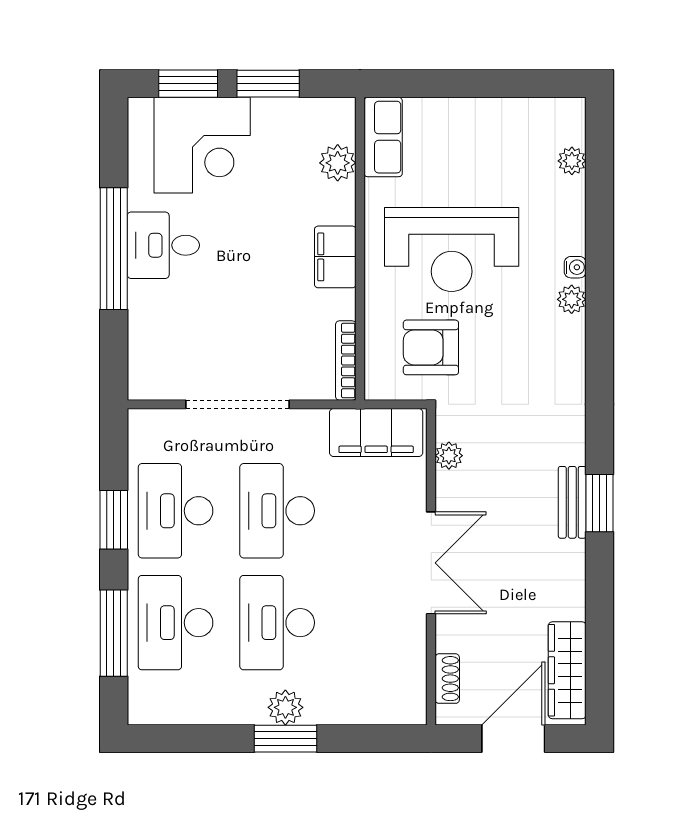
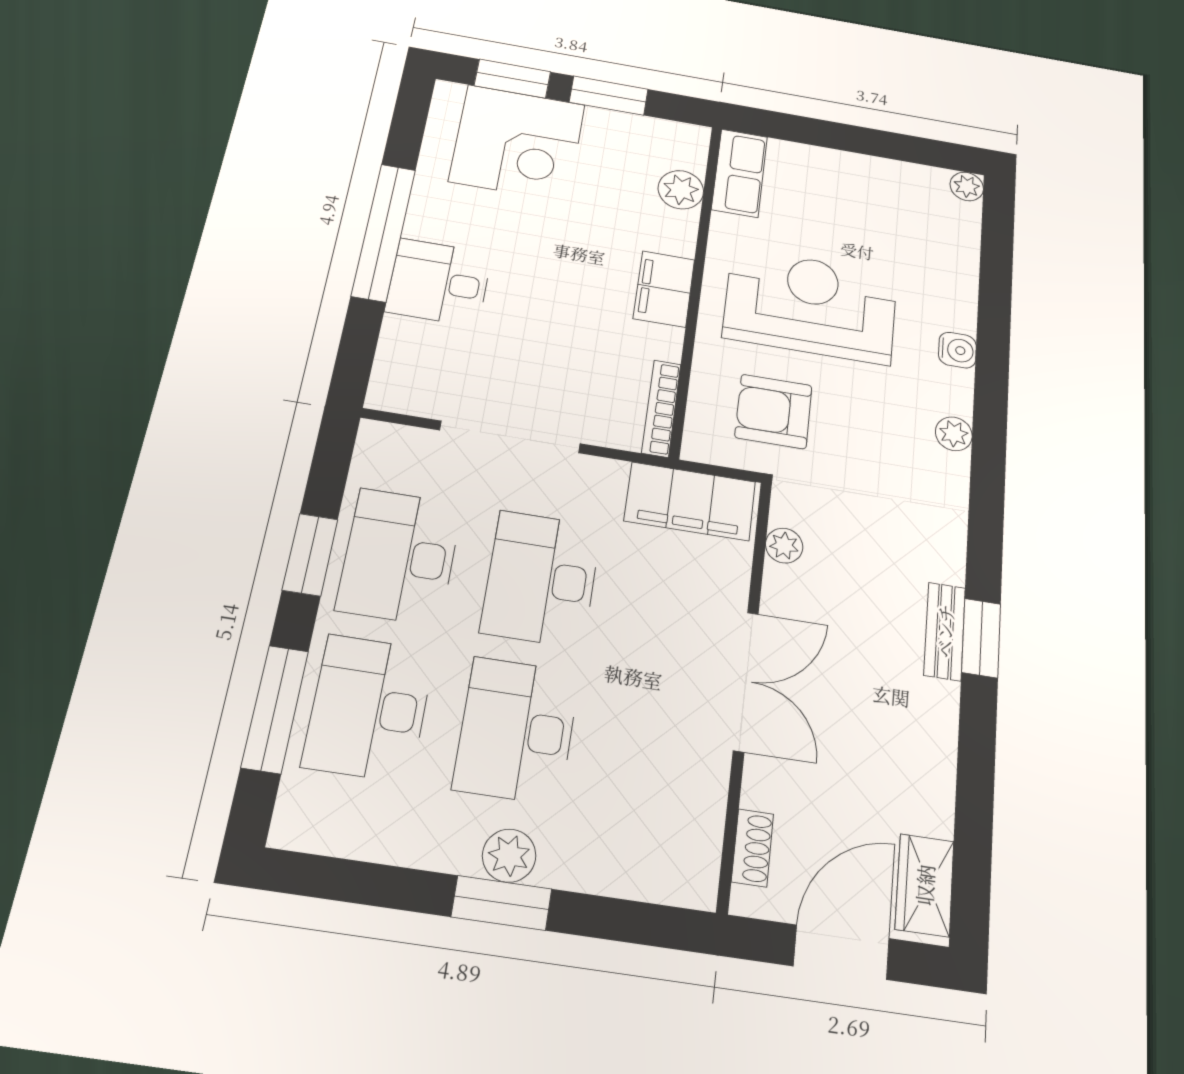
plant: (572, 161) -> (967, 186), moved
desk: (163, 245) -> (439, 282), moved
reception desk: (452, 250) -> (811, 306), turned 180
water cooler: (575, 267) -> (957, 350), width x1.38, depth x1.38
plant: (572, 299) -> (954, 434), moved
wardrobe: (567, 670) -> (925, 885), width x0.67

